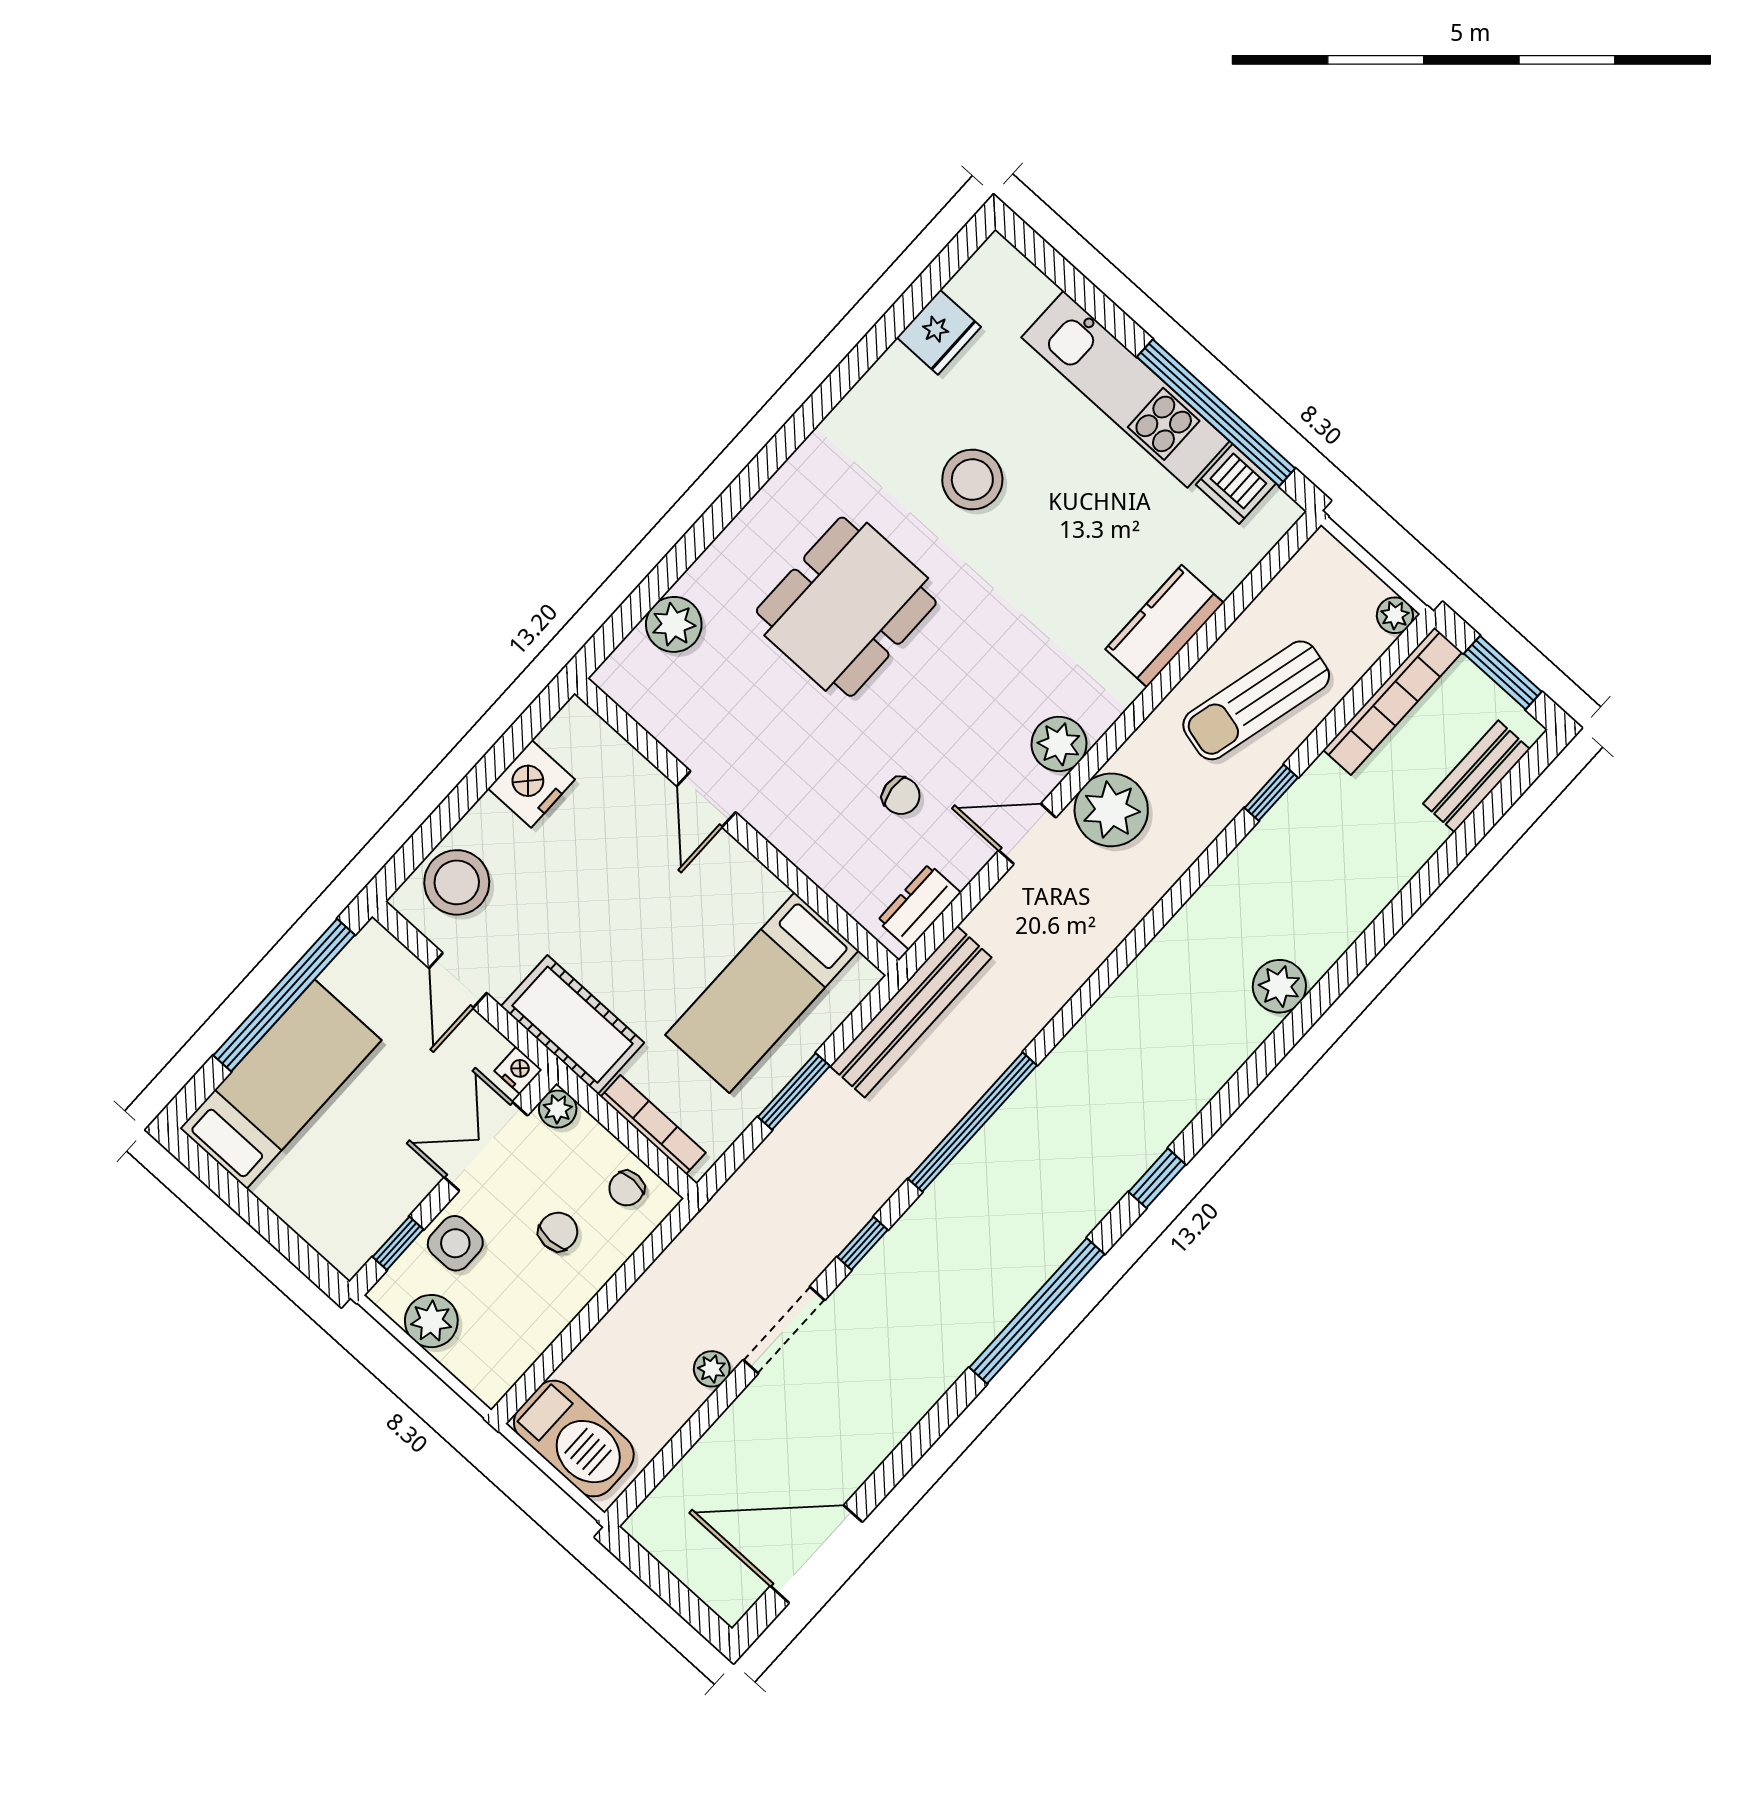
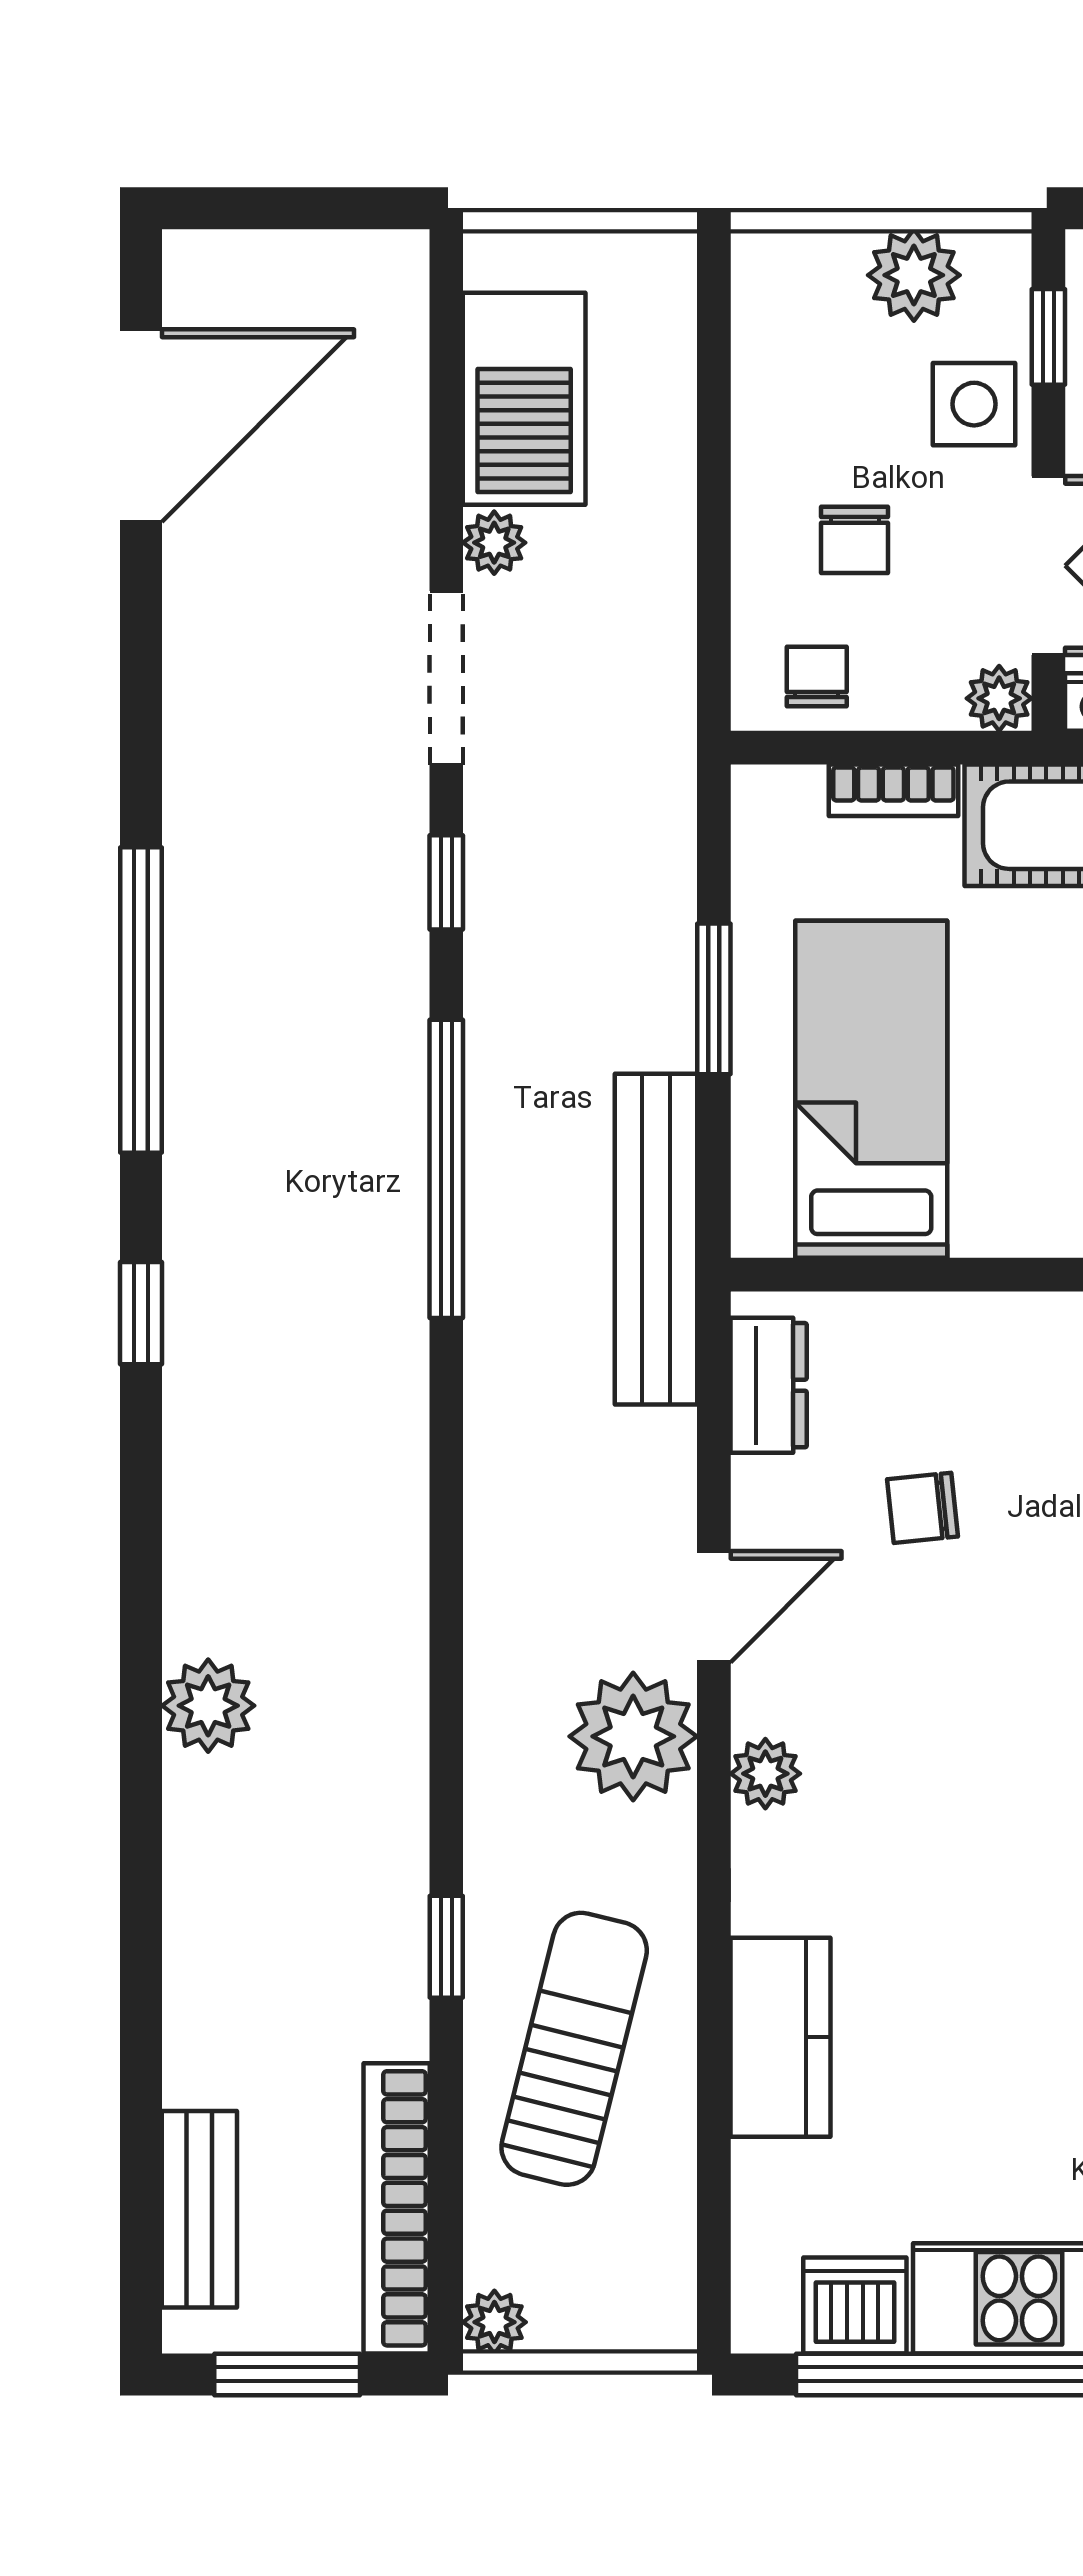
plant: (1059, 744) -> (765, 1774), width x0.73, depth x0.73
bookcase: (653, 1125) -> (893, 790), width x0.64
barbecue: (574, 1439) -> (524, 399), moved, turned -90

